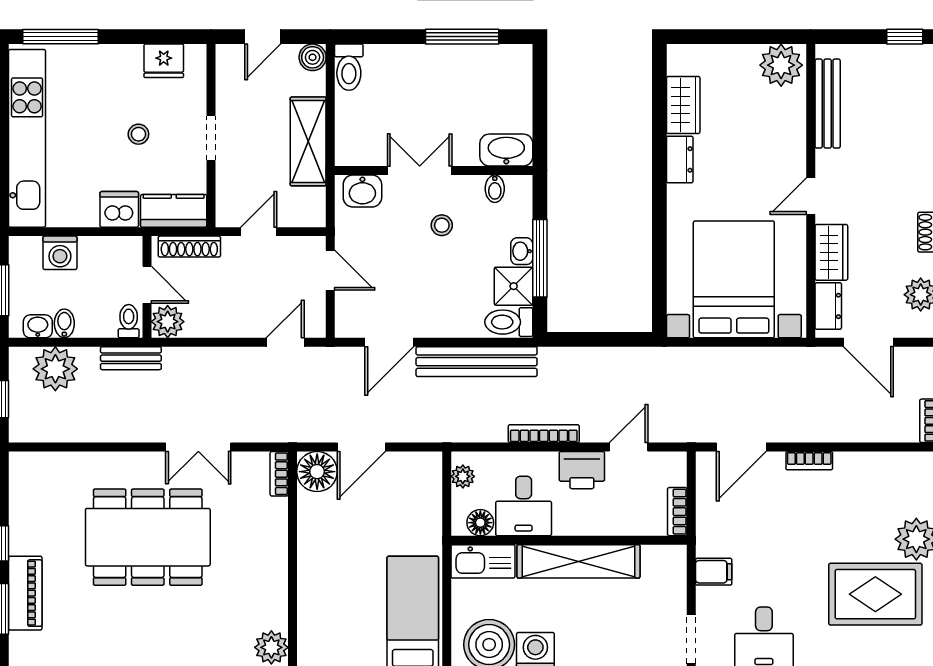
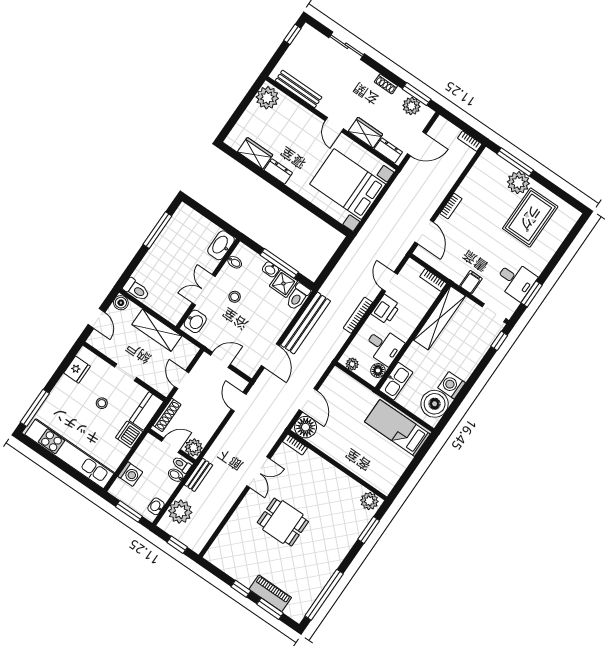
bidet: (64, 323) -> (176, 475), moved
dining table: (148, 537) -> (283, 522), width x0.53, depth x0.80
shelving: (578, 561) -> (439, 318), moved

